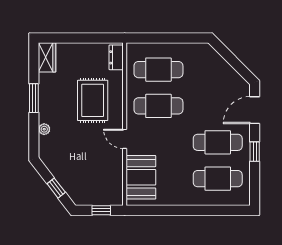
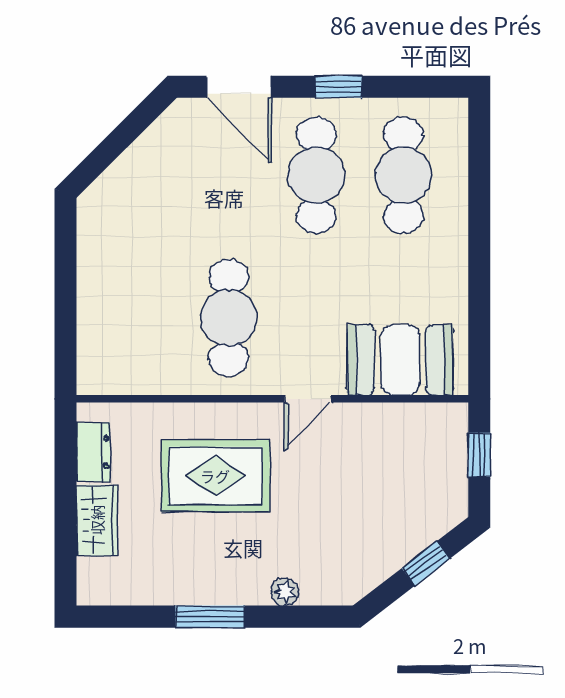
wardrobe: (47, 57) -> (97, 520), moved, turned 90
dresser: (116, 57) -> (93, 452), moved, turned -90
cafe table: (158, 70) -> (141, 318), removed

